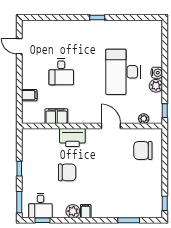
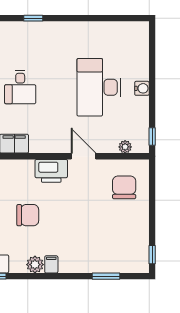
window: (97, 18) -> (33, 18), moved
plant: (156, 86) -> (141, 105), removed
printer: (72, 138) -> (51, 171), moved
chair: (143, 150) -> (124, 187), turned 90

